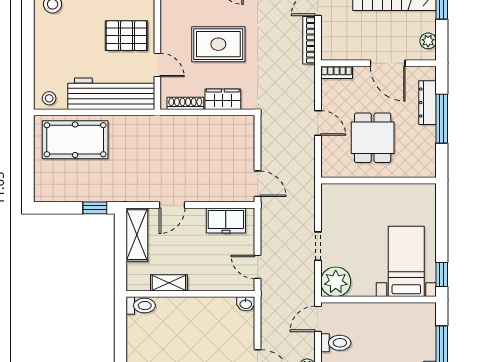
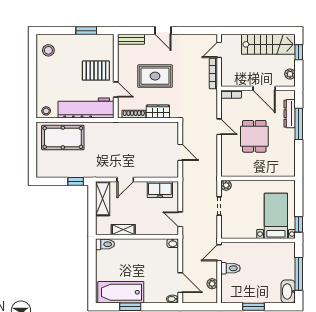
wall: (378, 180) -> (258, 178), moved
door: (258, 184) -> (180, 152), moved
plant: (336, 282) -> (226, 185), moved, width x0.53, depth x0.53

